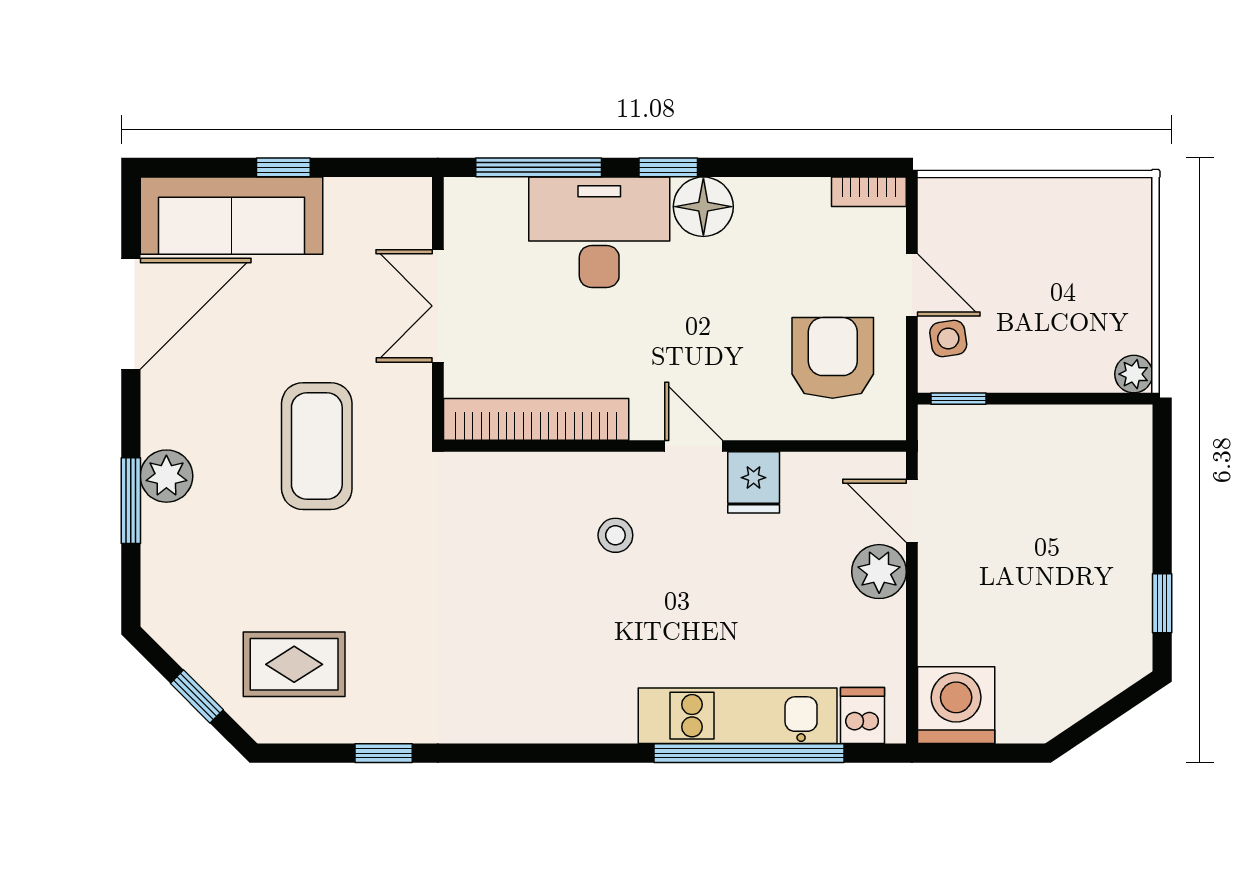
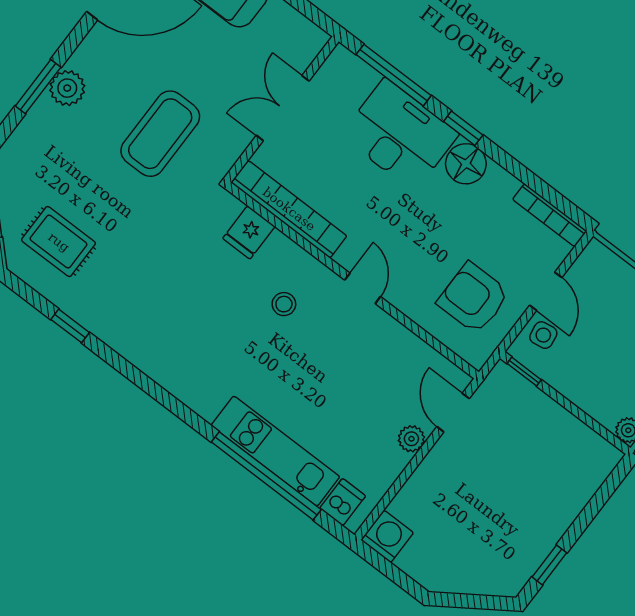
bookcase: (869, 192) -> (550, 215), width x1.56
armchair: (833, 358) -> (473, 298), turned -90
fridge: (754, 482) -> (249, 232), moved
plant: (879, 572) -> (411, 439), width x0.73, depth x0.73
washing machine: (956, 705) -> (387, 536), width x0.73, depth x0.73

